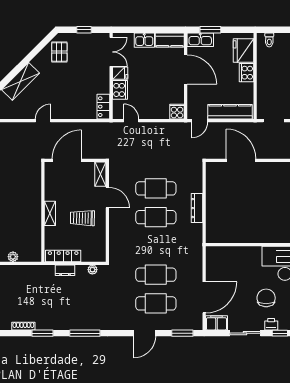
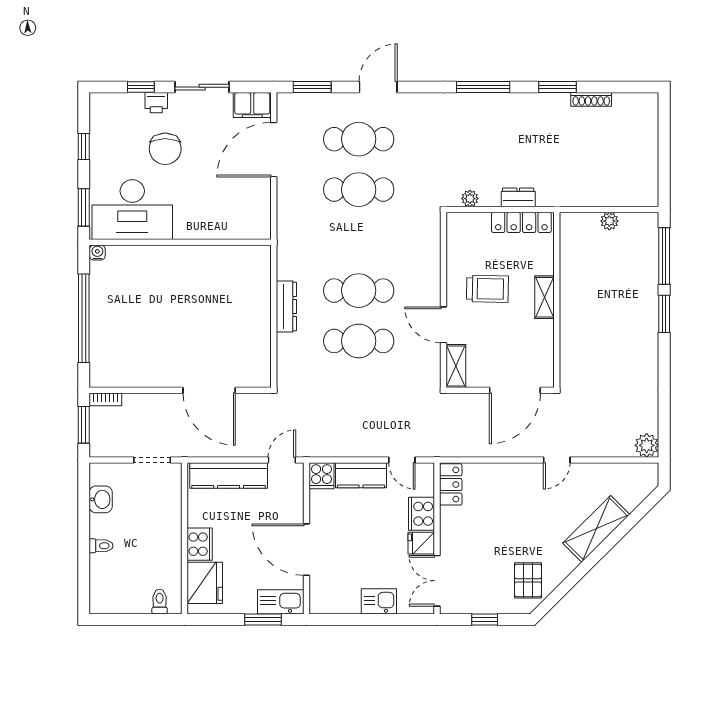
kitchen counter: (170, 40) -> (361, 475), moved, turned 180

